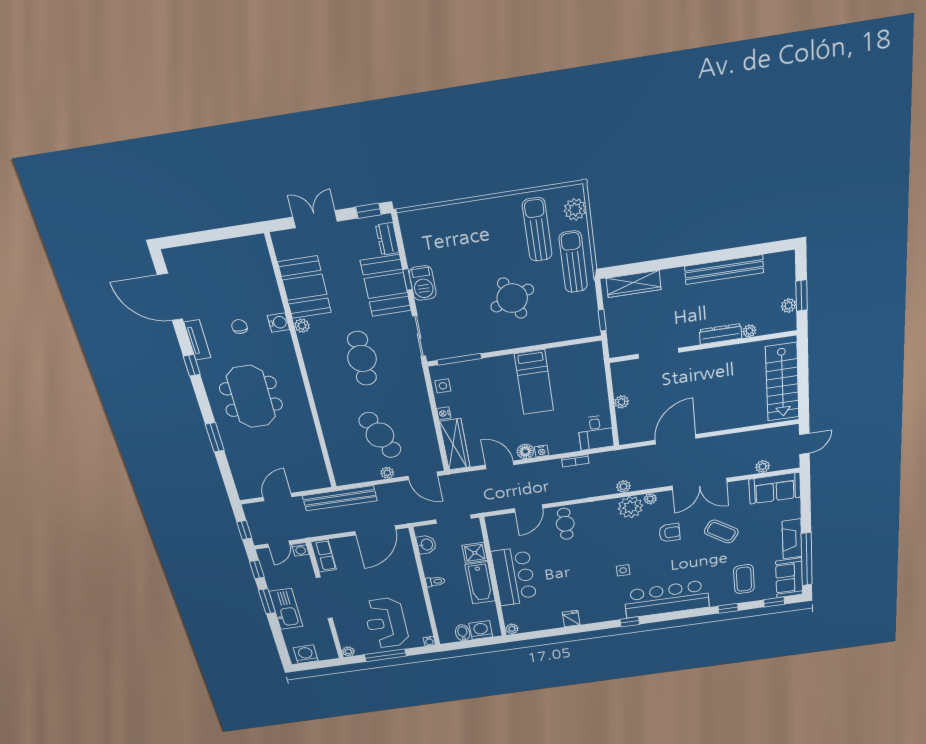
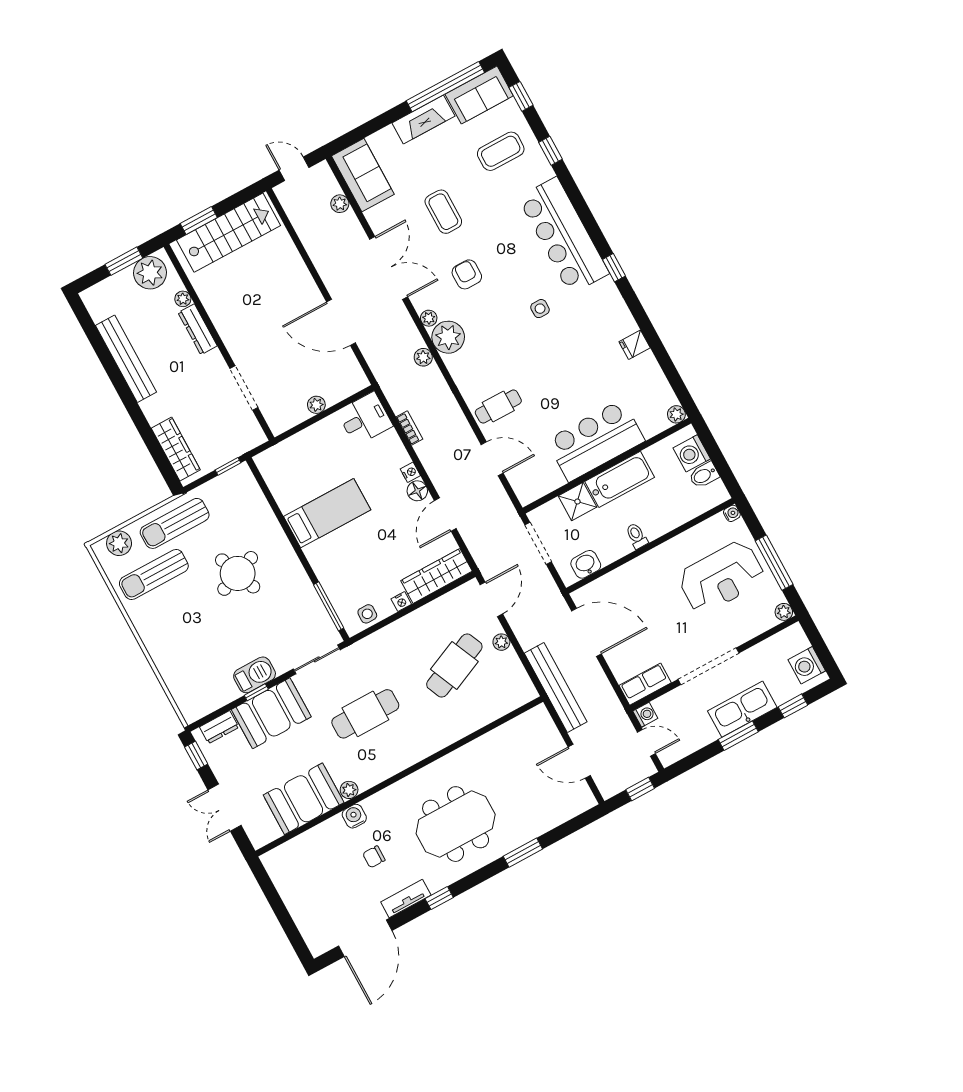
plant: (789, 306) -> (150, 273), width x1.88, depth x1.88
window: (803, 363) -> (199, 221), added
coffee table: (721, 531) -> (443, 212), turned -34
window: (257, 569) -> (793, 706), moved

